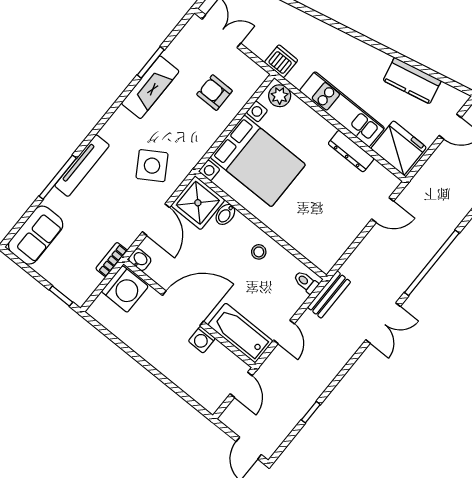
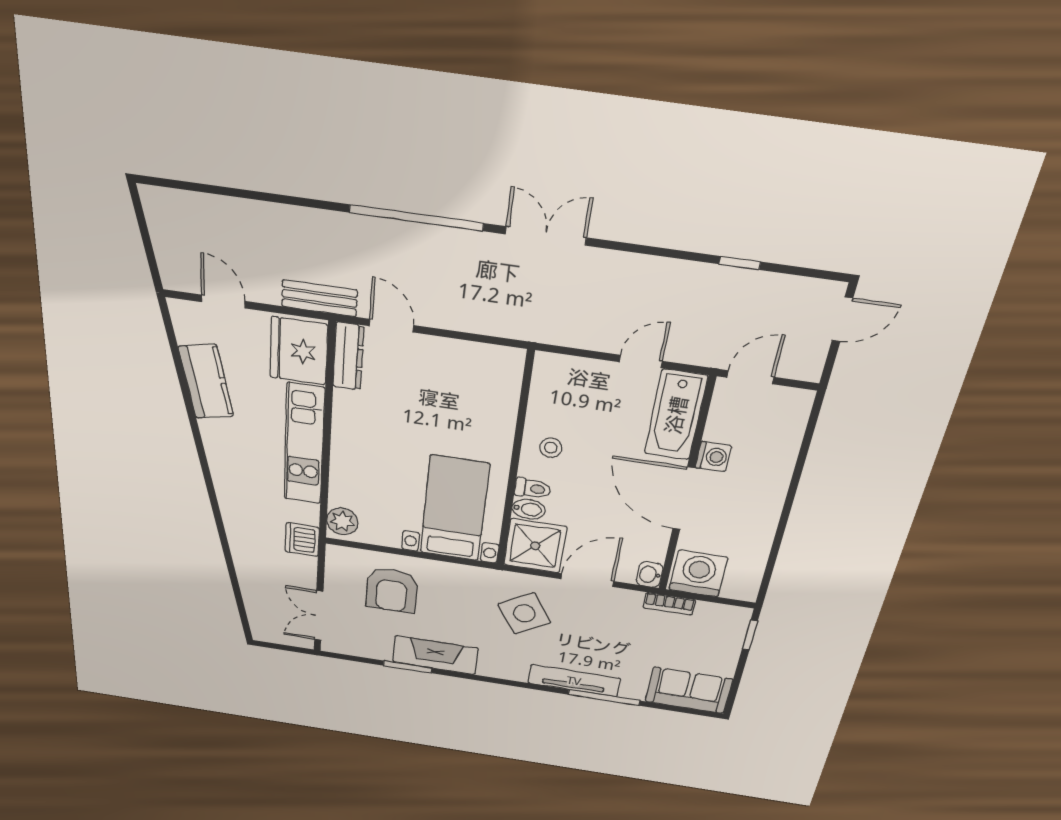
armchair: (215, 93) -> (392, 590), width x1.38, depth x1.38
dresser: (351, 151) -> (348, 356), moved
bed with nightstands: (258, 161) -> (454, 509), width x0.73
toilet: (306, 282) -> (533, 489), moved, turned -90
bench: (329, 295) -> (319, 298), moved

